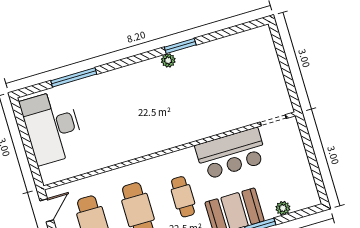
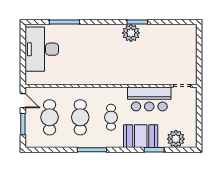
plant: (168, 60) -> (131, 33), width x1.88, depth x1.88
plant: (283, 208) -> (176, 139), width x1.87, depth x1.87
door: (47, 210) -> (23, 101), hinge flipped

